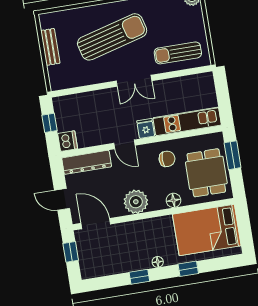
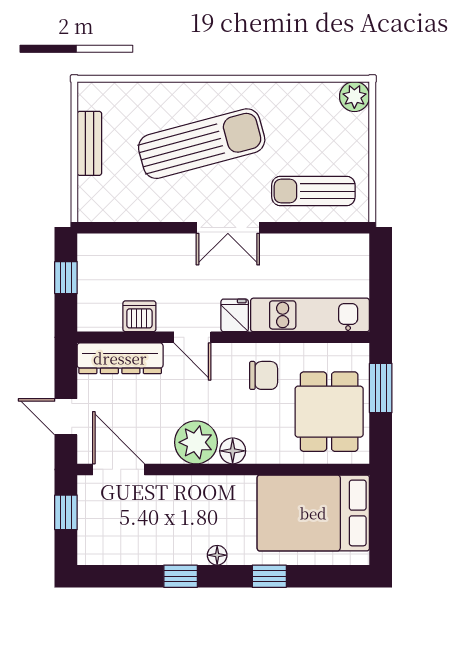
dishwasher: (68, 141) -> (139, 316), moved, turned -90
floor lamp: (173, 200) -> (233, 451), moved

